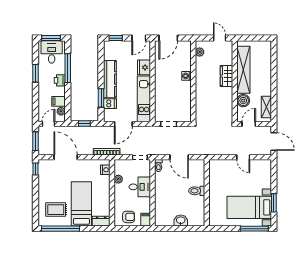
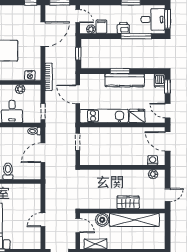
washing machine: (187, 76) -> (153, 160), moved
window: (101, 98) -> (120, 71), moved
dishwasher: (110, 104) -> (160, 80), moved

